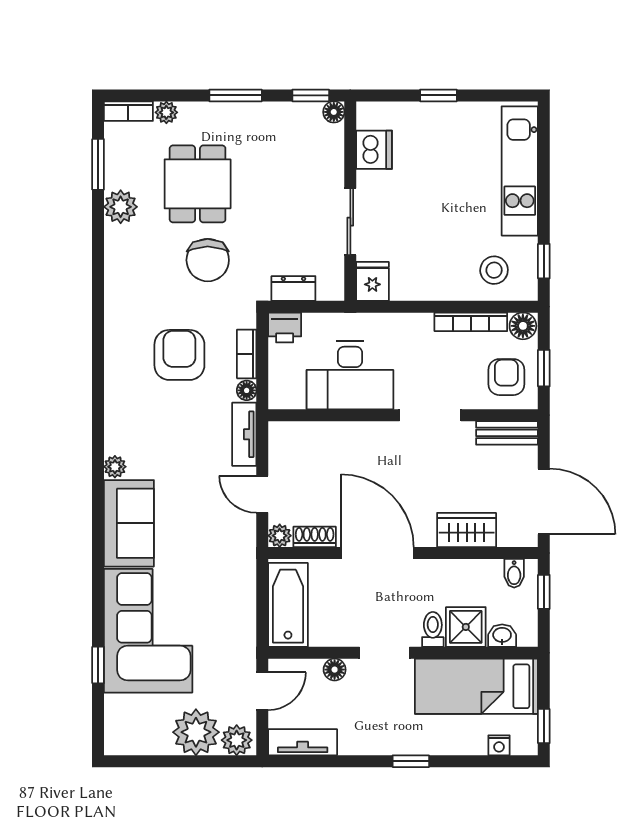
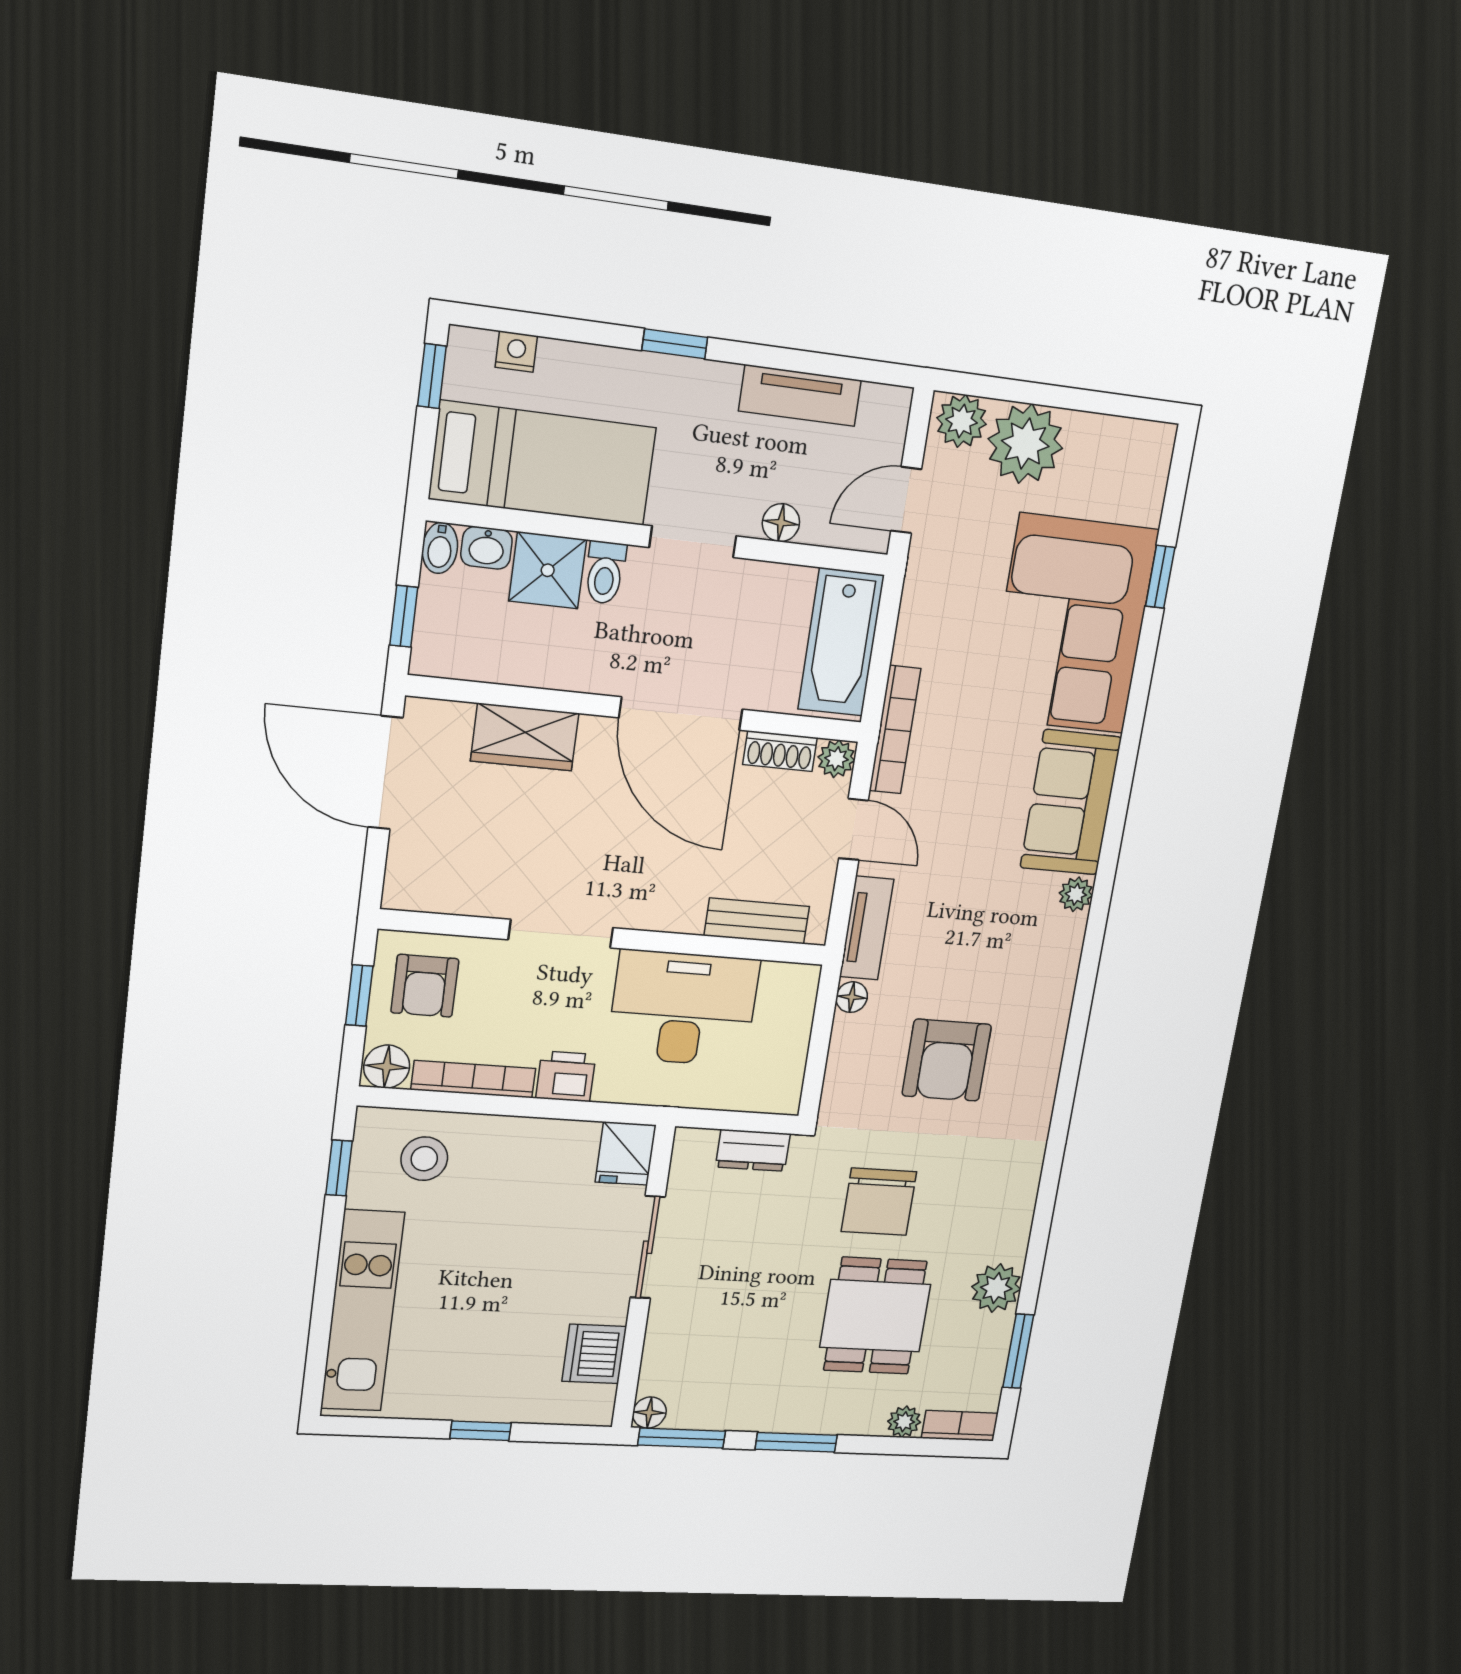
window: (311, 95) -> (682, 1438), width x1.50
chair: (208, 260) -> (879, 1202), turned 180
printer: (285, 327) -> (566, 1076), moved
bookcase: (247, 354) -> (895, 730), moved, width x1.56
bench: (507, 433) -> (757, 921), moved
bidet: (514, 573) -> (440, 548), moved, turned 180
tv unit: (303, 742) -> (800, 396), moved

